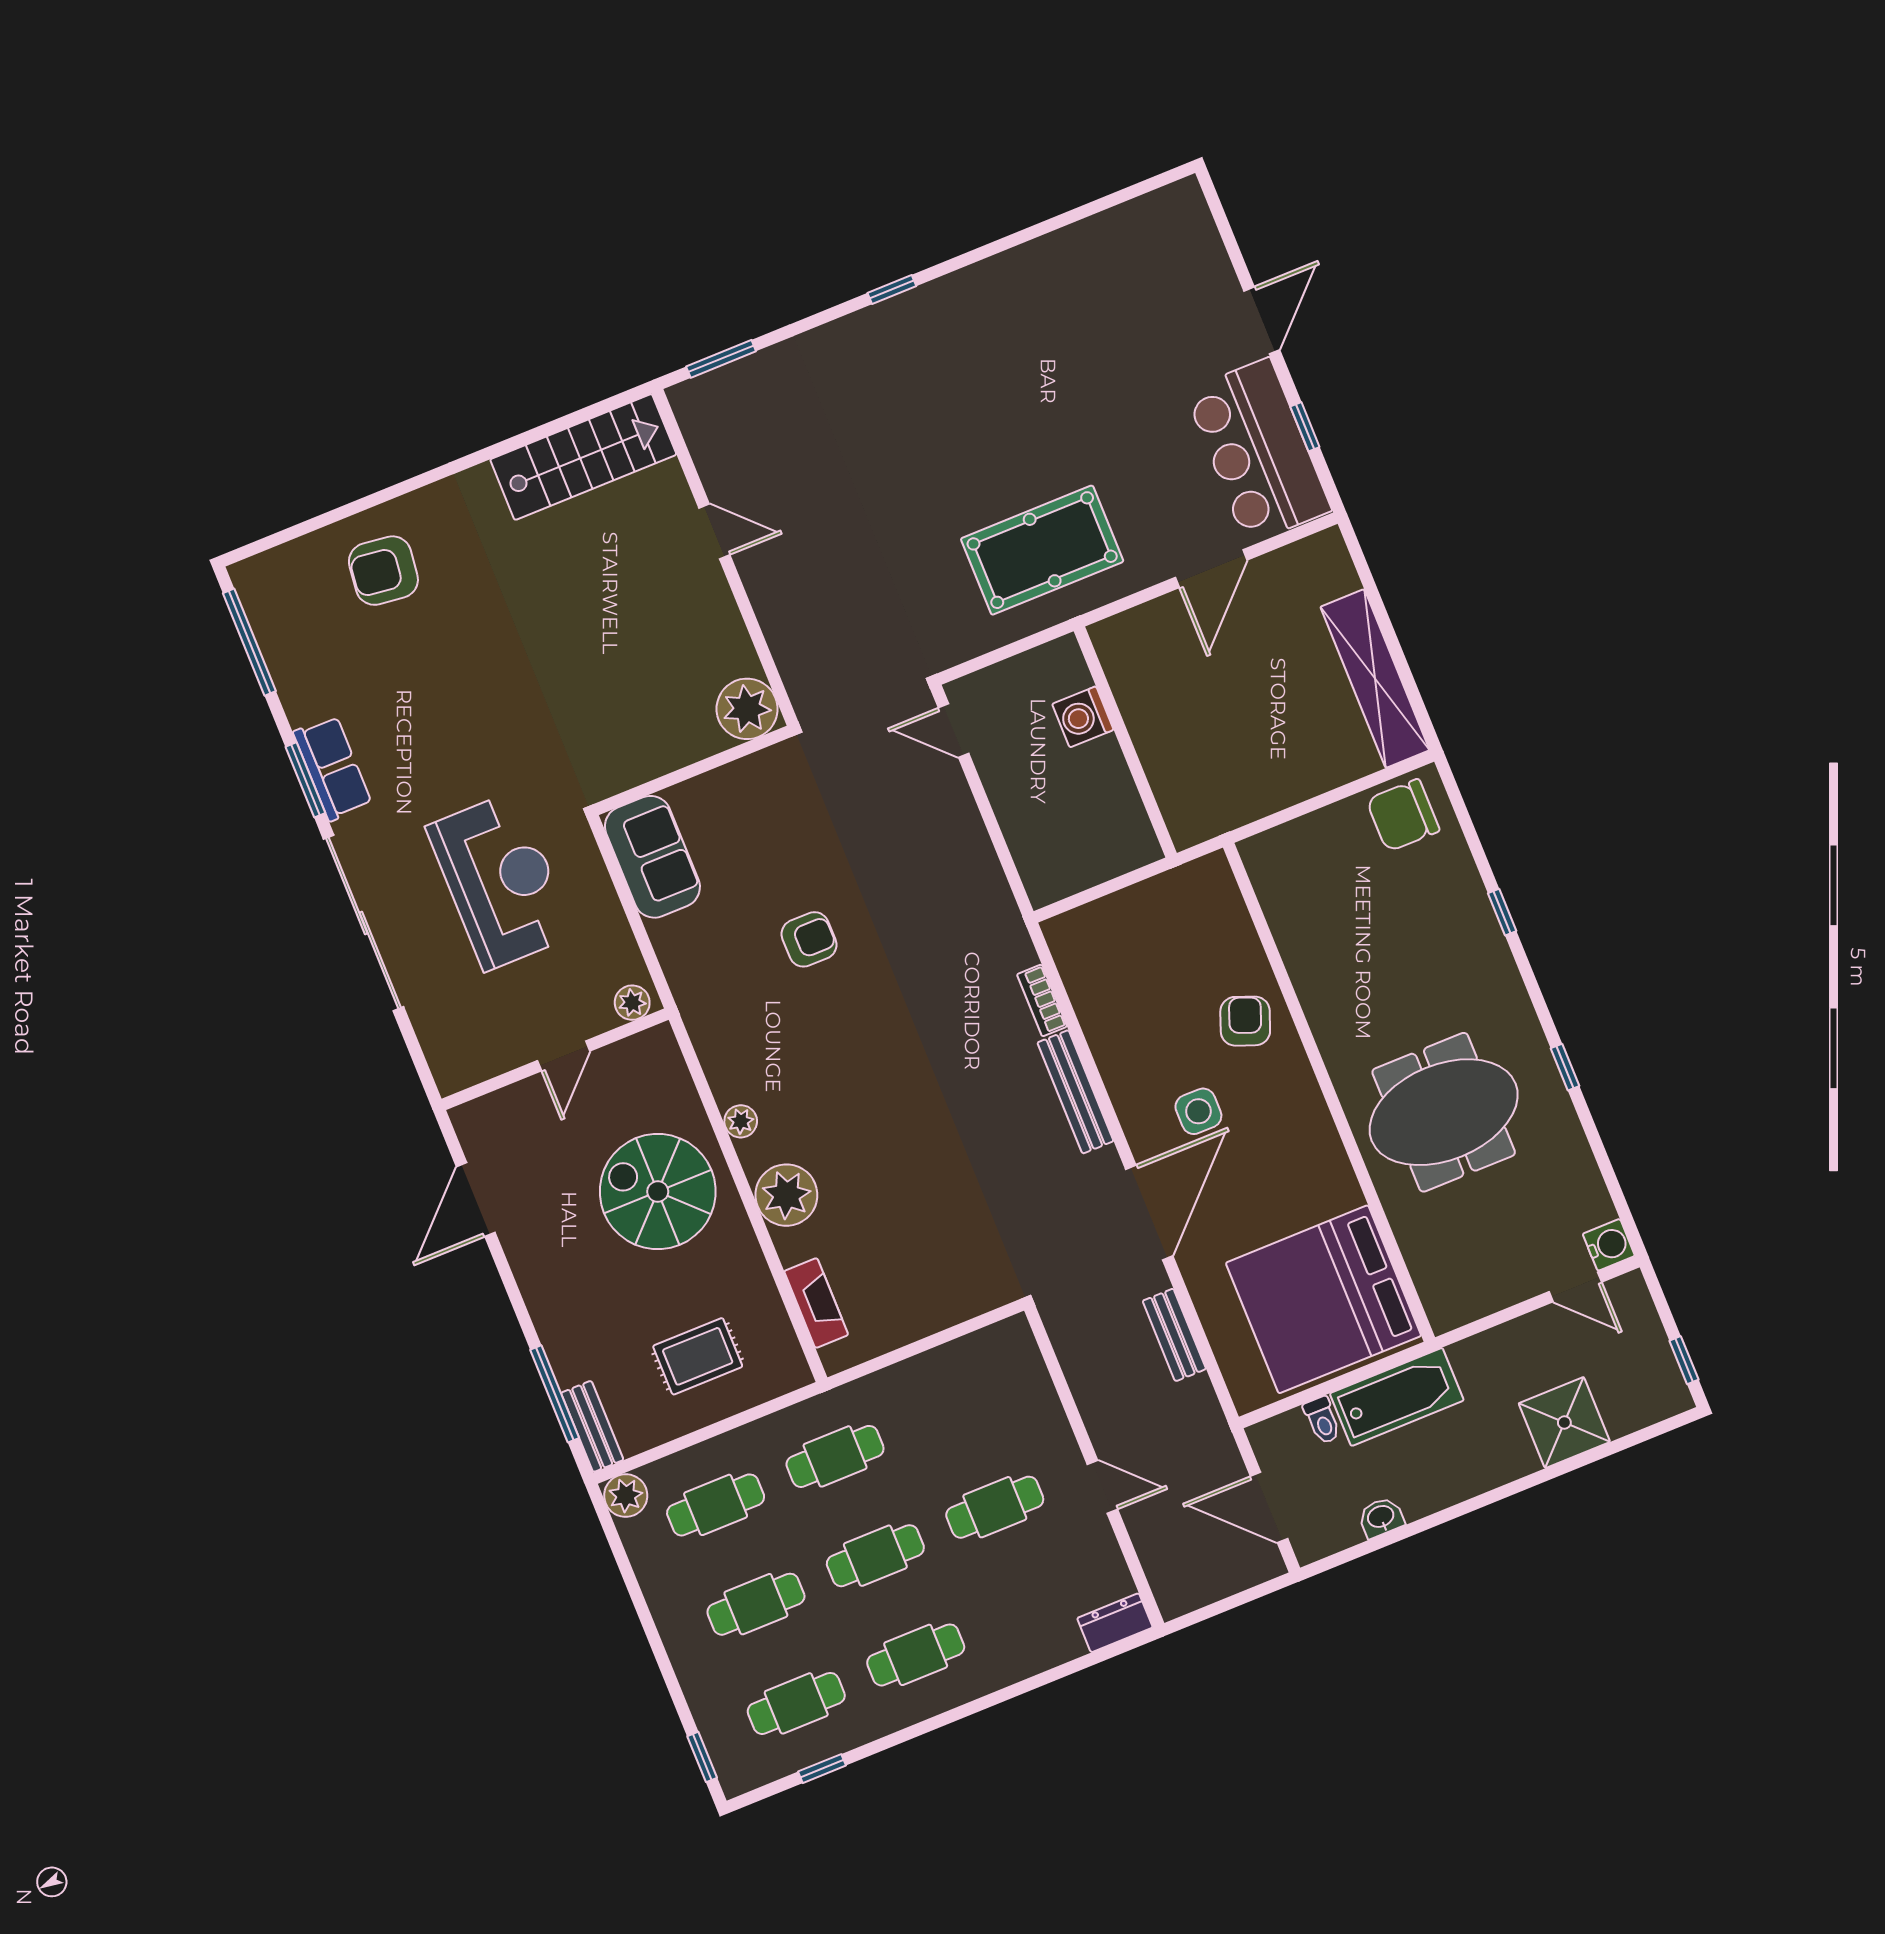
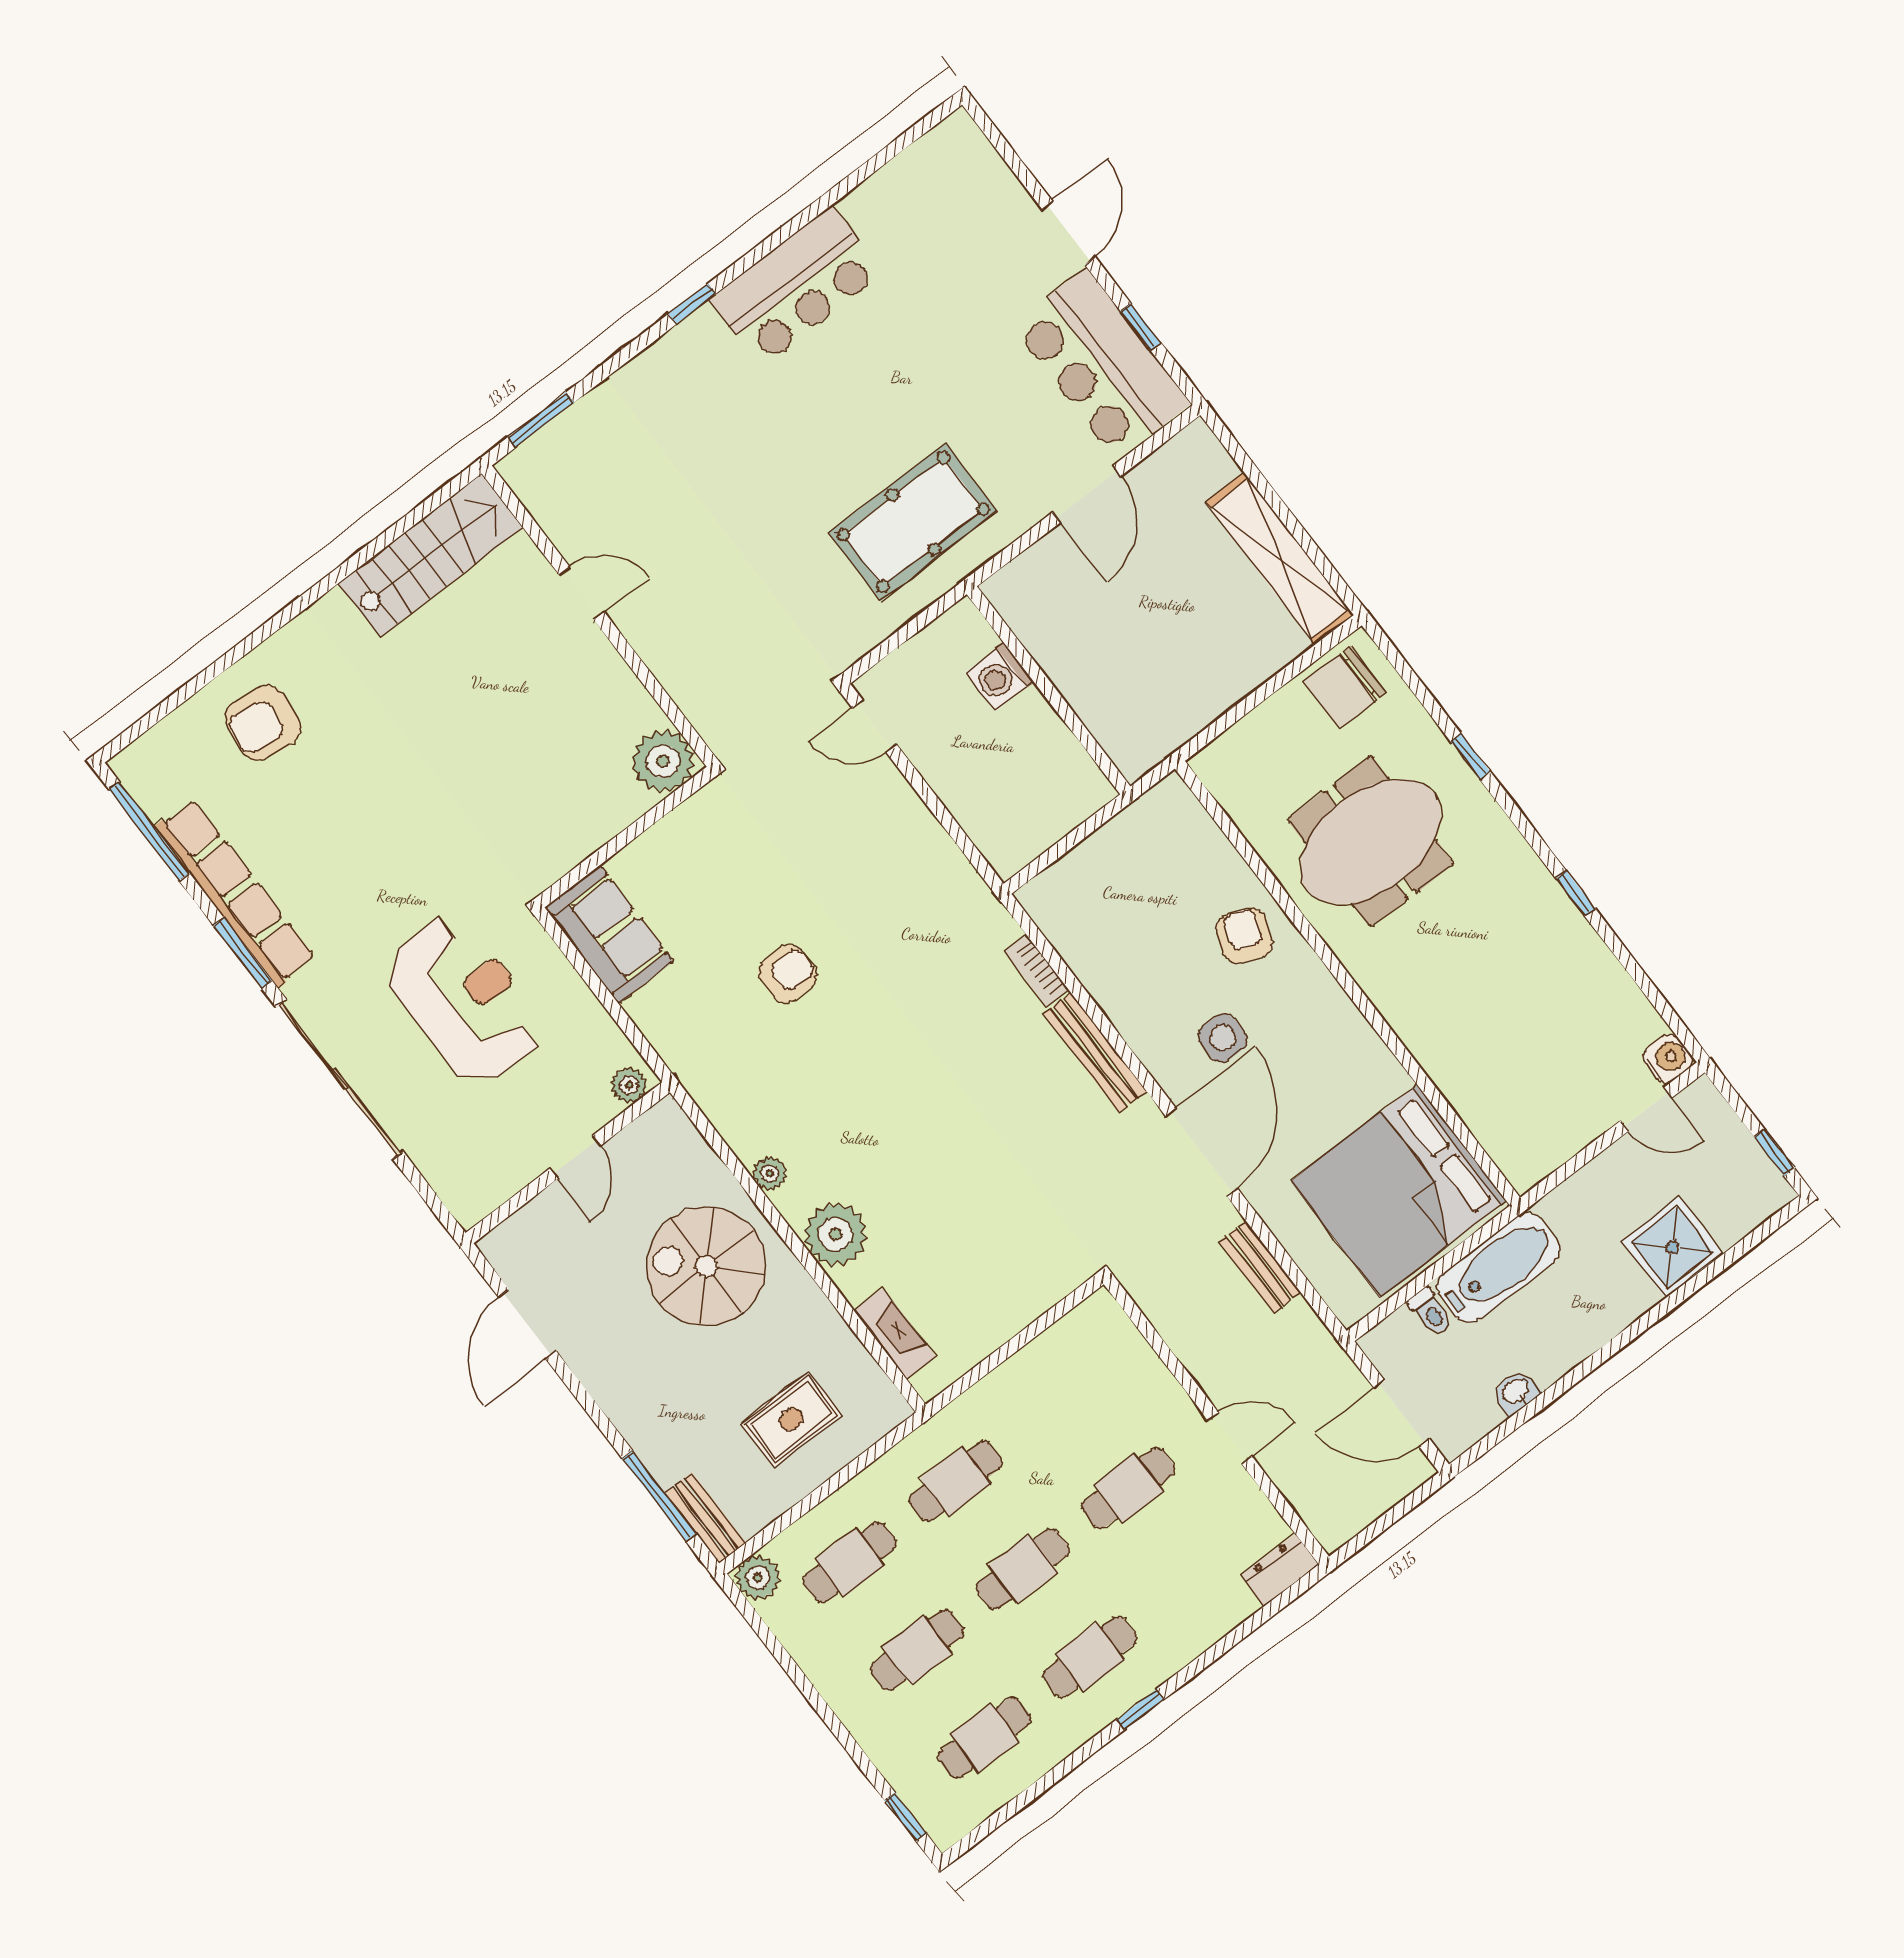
bar counter: (994, 300) -> (796, 286), added
row of seats: (333, 768) -> (235, 893), width x2.02
meeting table: (1444, 1112) -> (1370, 841), moved
window: (822, 1769) -> (1140, 1709), moved

